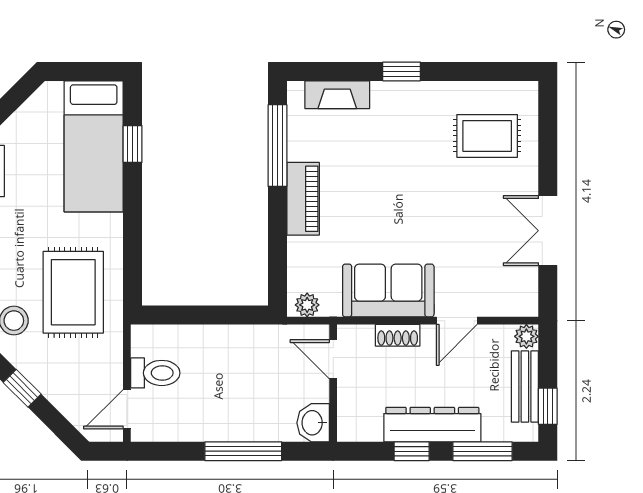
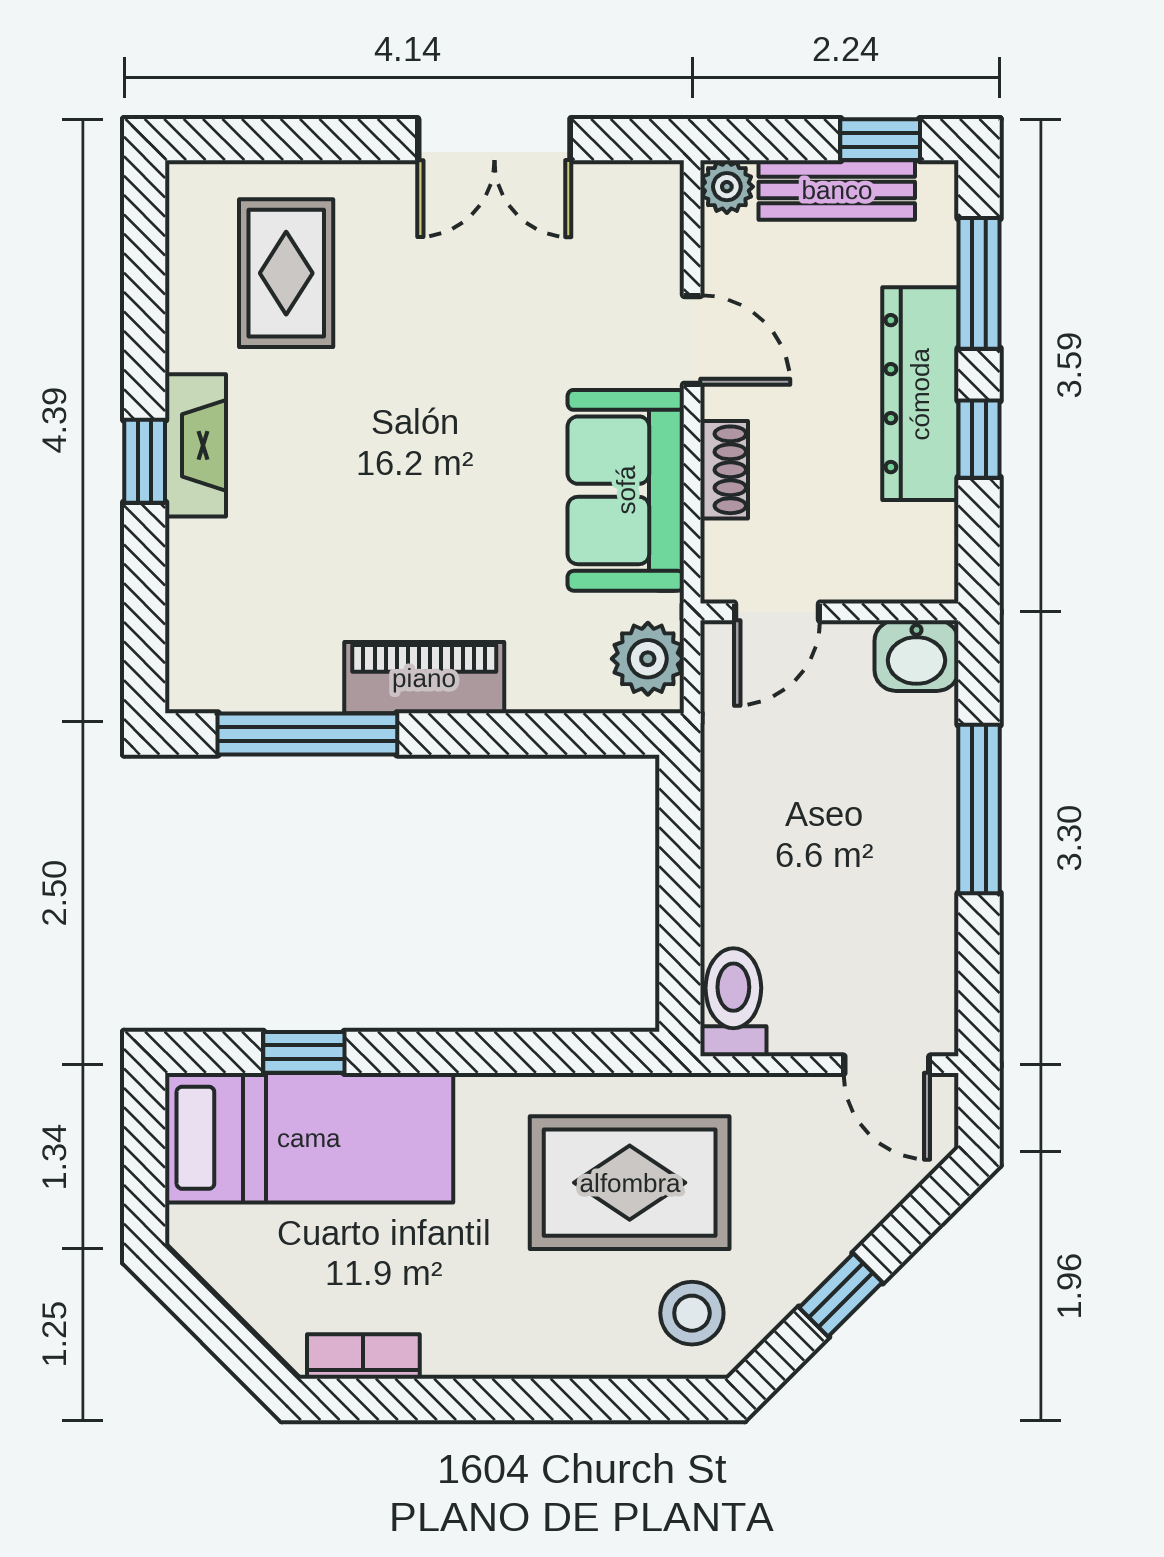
fireplace: (337, 95) -> (196, 445), moved
plant: (307, 305) -> (648, 659), width x1.38, depth x1.38
toilet: (155, 373) -> (733, 1002), moved

